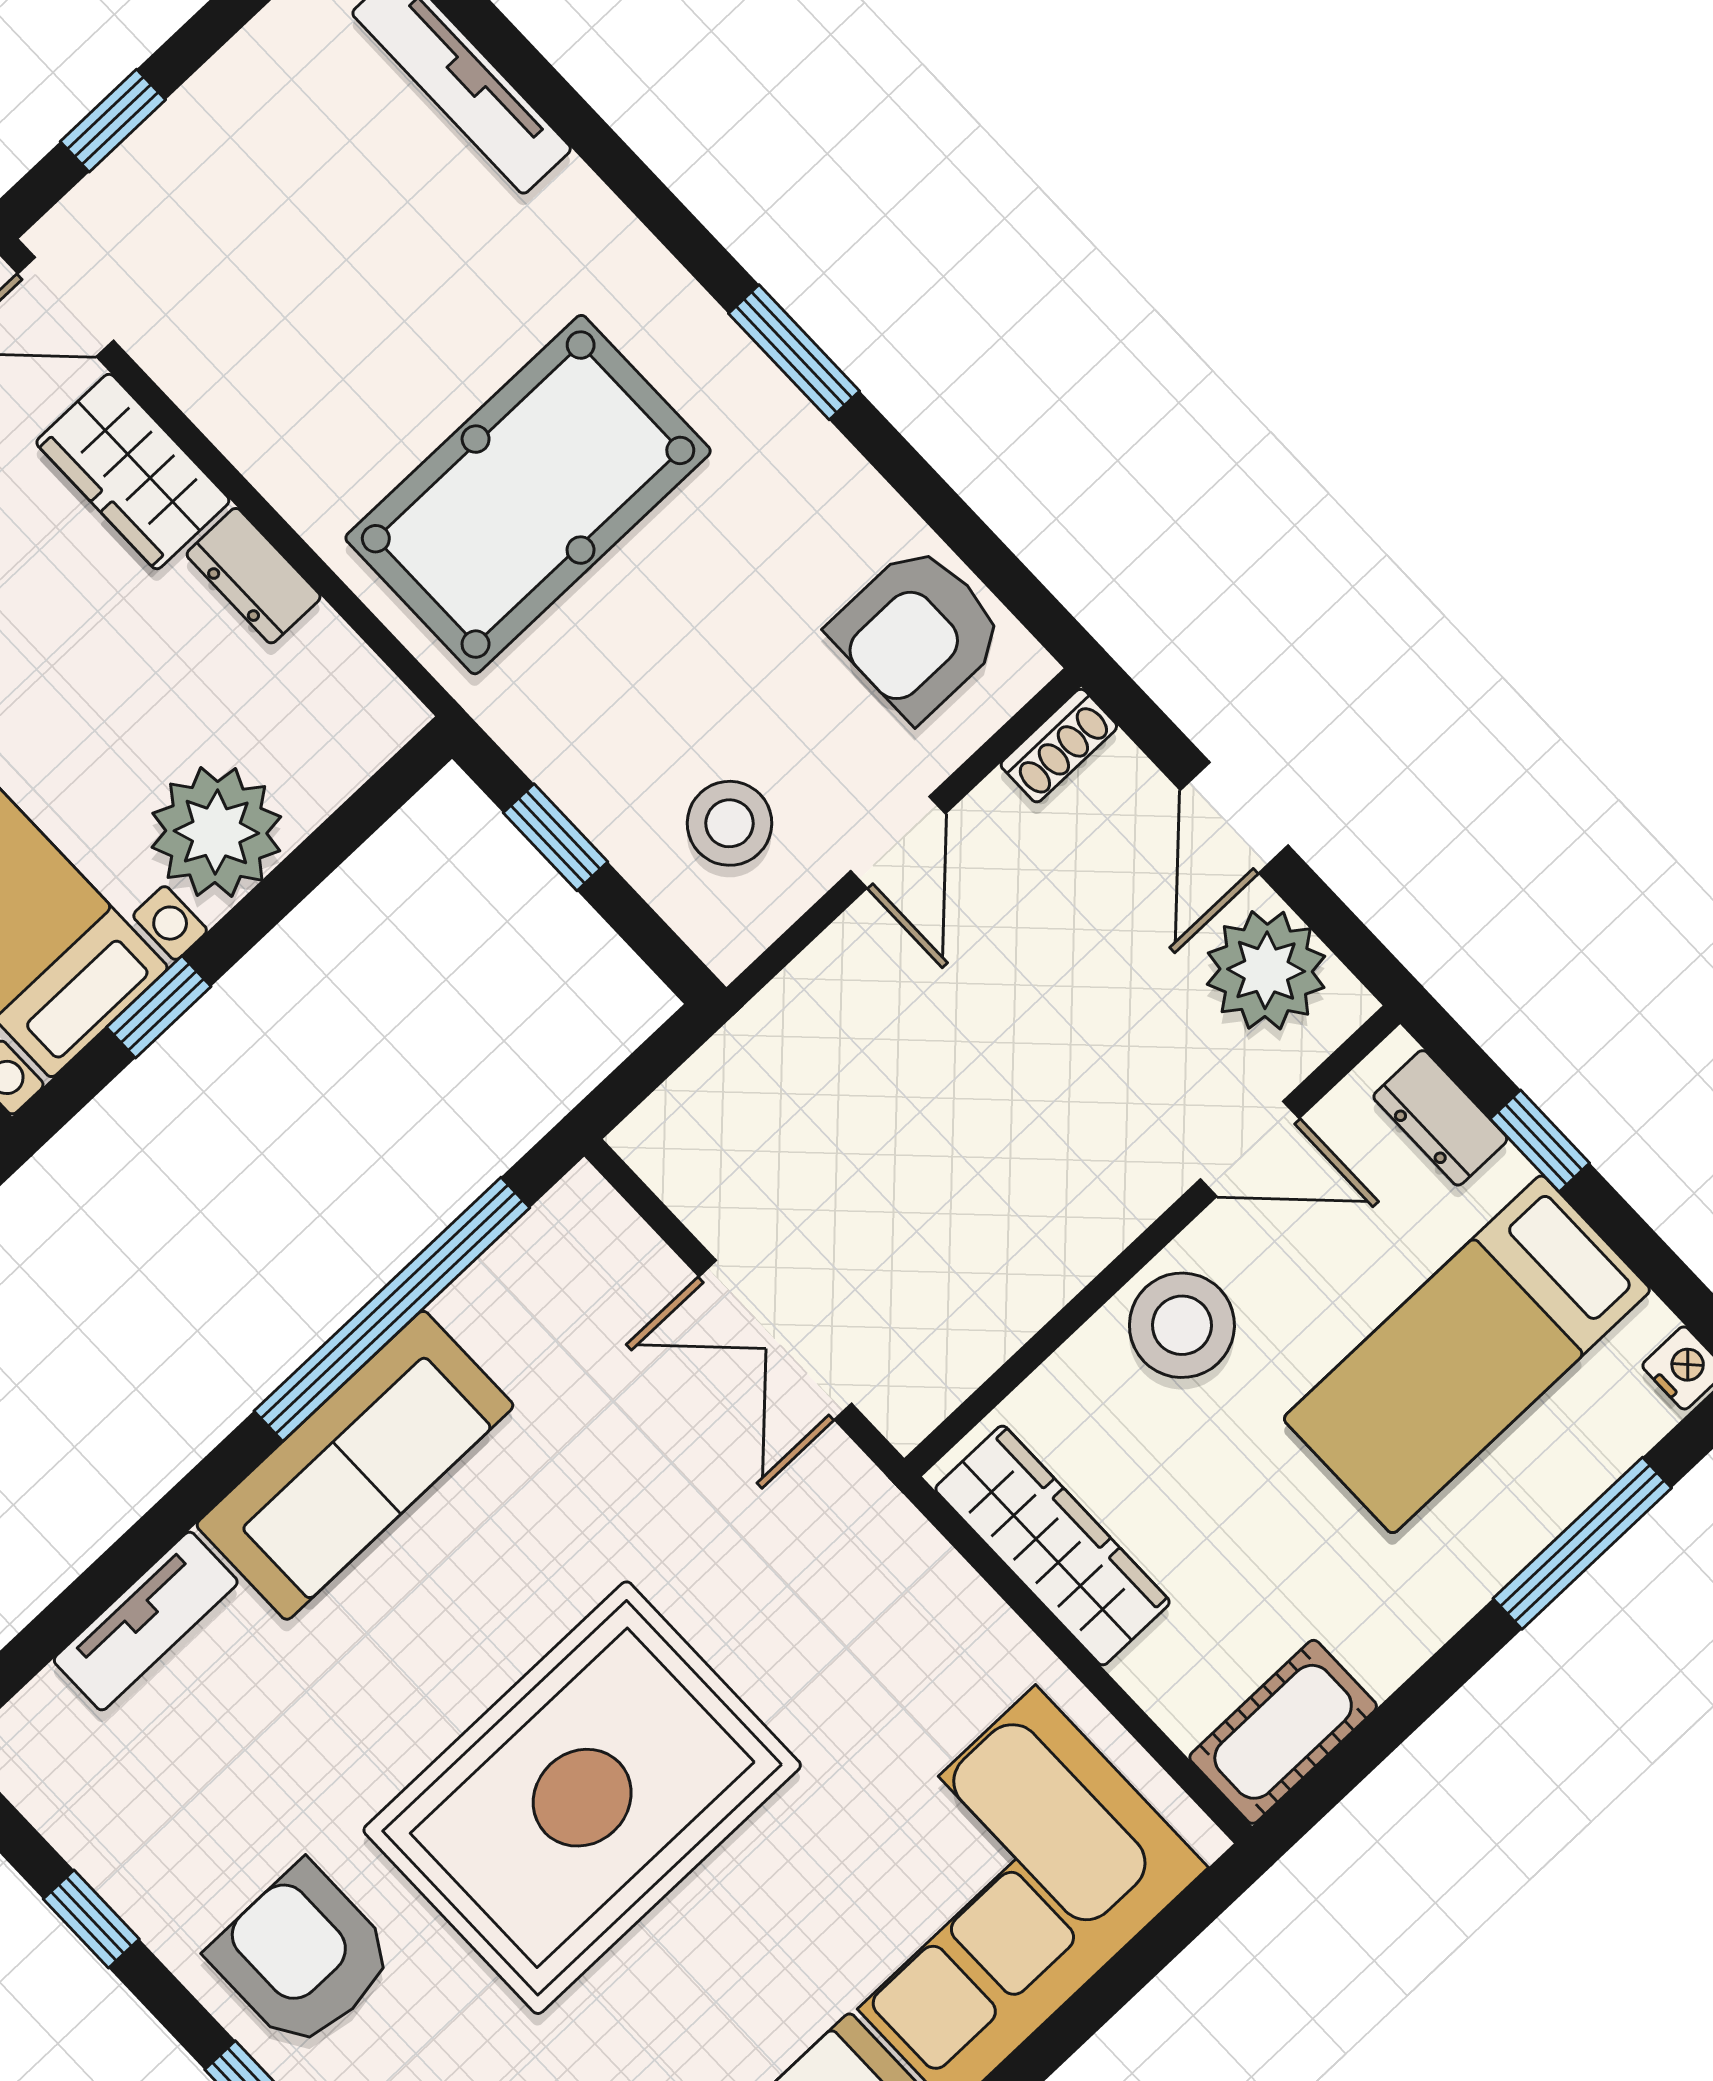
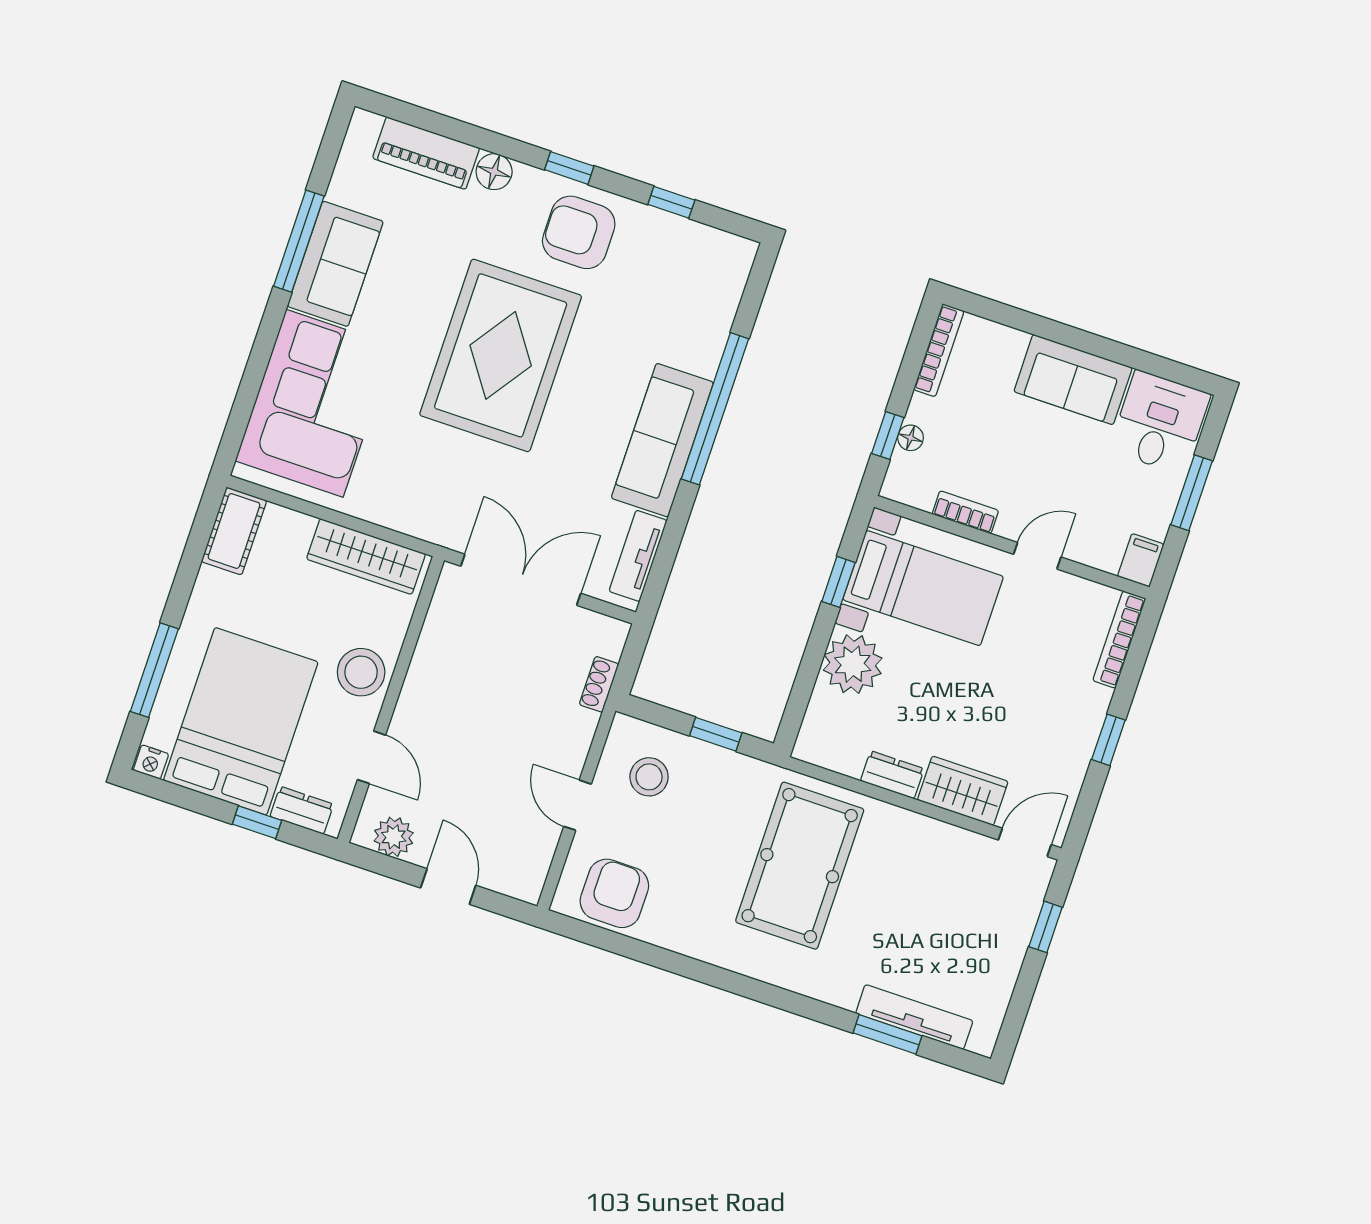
window: (794, 352) -> (887, 1034), moved
shoe rack: (1059, 746) -> (599, 684), moved
plant: (1266, 970) -> (394, 837), width x0.73, depth x0.73
door: (1250, 1149) -> (371, 757), swing flipped
window: (392, 1309) -> (715, 409), moved
double door: (775, 1340) -> (521, 580), width x1.37
bed: (1467, 1354) -> (241, 721), width x1.50
tv unit: (146, 1621) -> (638, 556), moved
armchair: (303, 1956) -> (579, 232), turned 180

